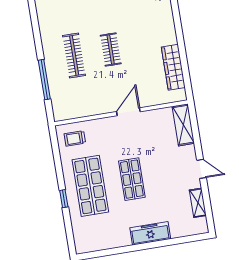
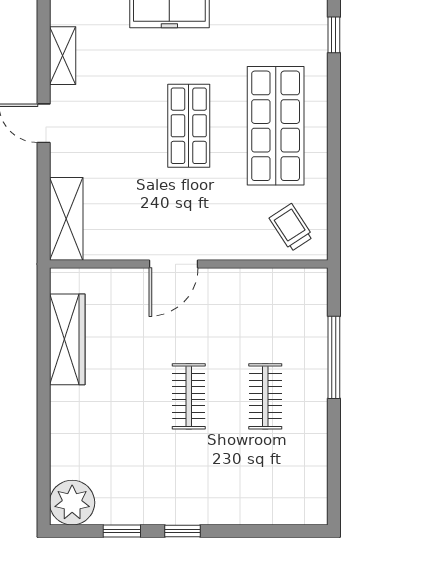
clothes rail: (74, 56) -> (265, 396), width x0.73
trolley: (75, 138) -> (291, 227), turned -123
window: (64, 199) -> (334, 35), moved

